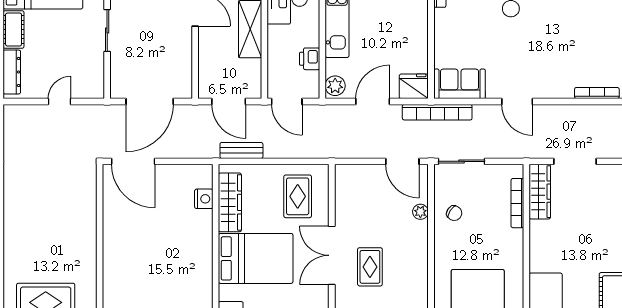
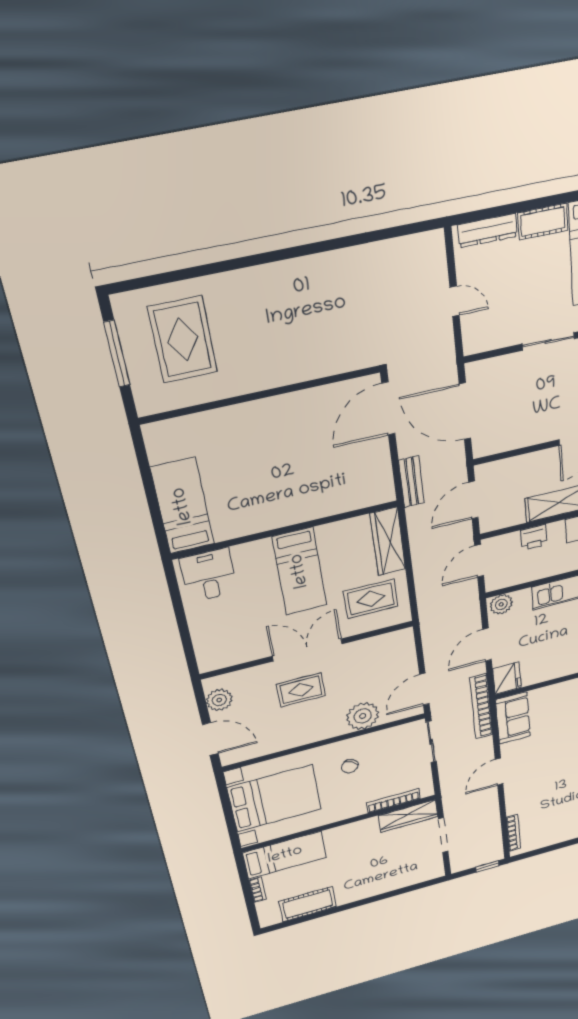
printer: (310, 59) -> (534, 537), moved, turned 180
door: (373, 102) -> (487, 645), swing flipped
bench: (241, 150) -> (411, 482), moved
nightstand: (204, 199) -> (353, 500), removed
wardrobe: (230, 202) -> (388, 542), moved, turned 90
plant: (420, 212) -> (363, 716), width x1.87, depth x1.87
chair: (454, 213) -> (350, 766), moved
bed: (256, 258) -> (300, 571), width x0.67

